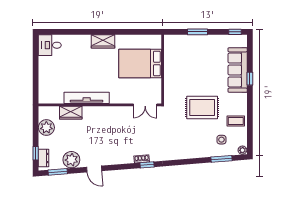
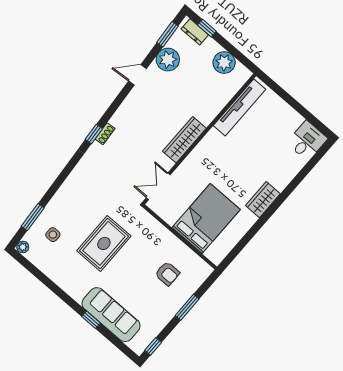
armchair: (189, 59) -> (167, 274), added
tv unit: (87, 98) -> (240, 107), moved
wardrobe: (71, 113) -> (184, 140), moved, width x1.50
coffee table: (236, 121) -> (59, 266), removed

